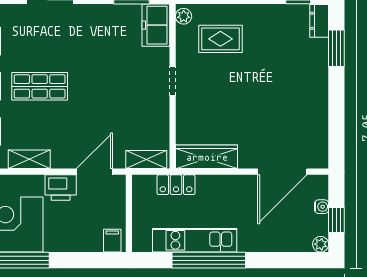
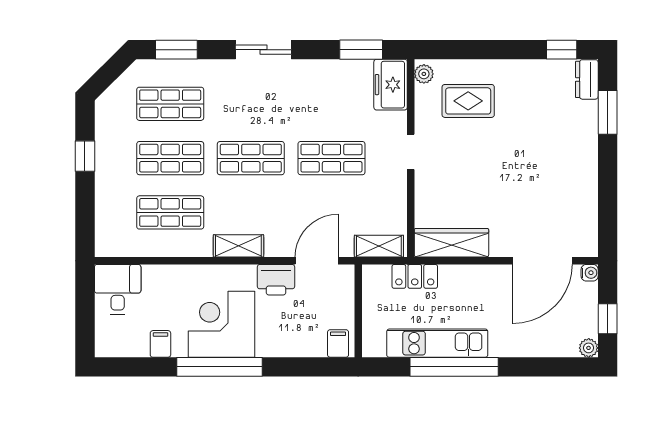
shop shelf: (107, 86) -> (331, 158), added
water cooler: (322, 207) -> (590, 273), moved

